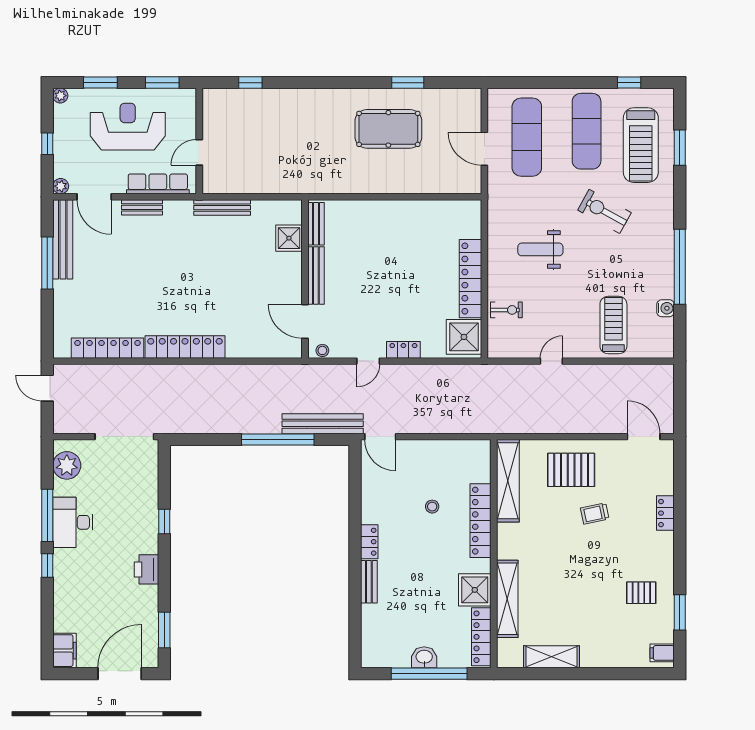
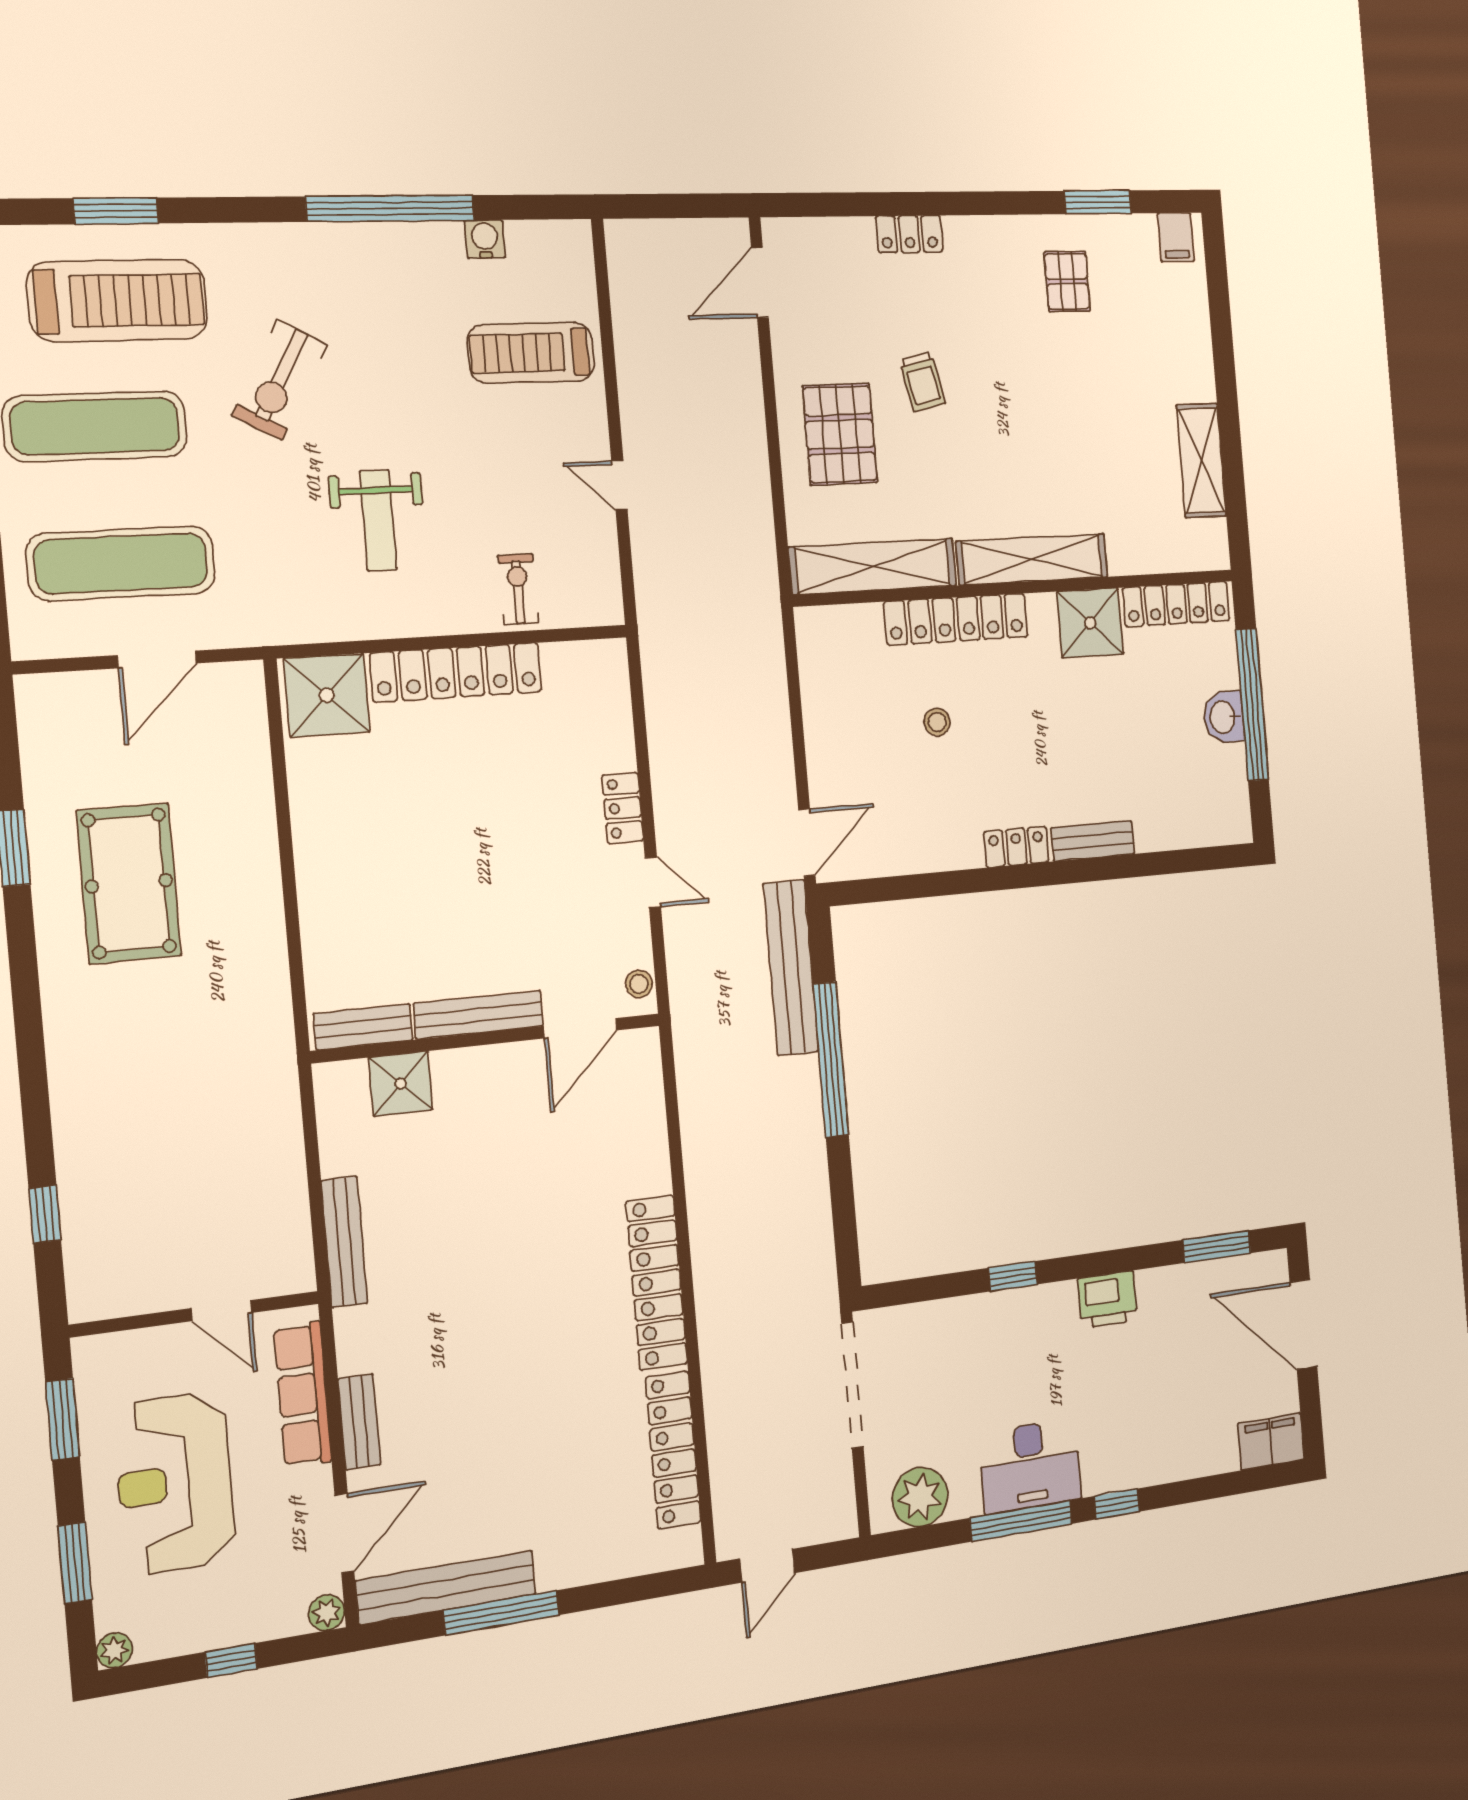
shower: (464, 337) -> (327, 695), moved
shelving: (507, 599) -> (1032, 559), moved

